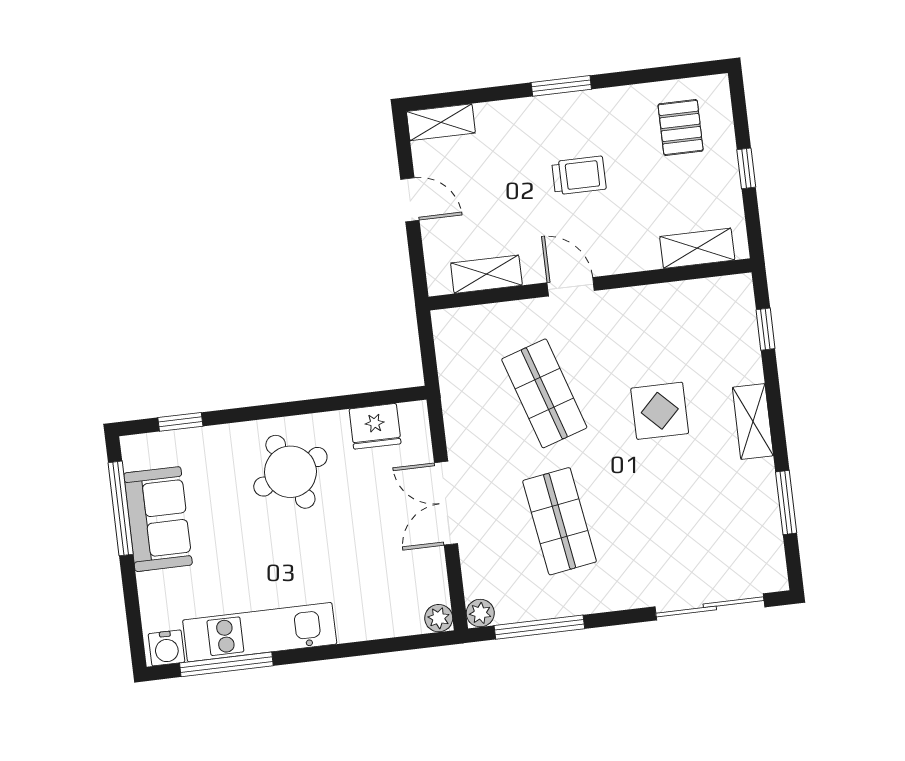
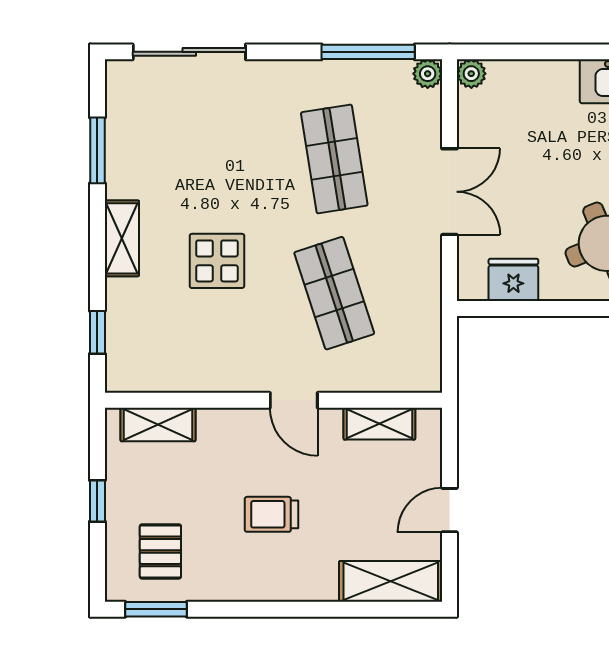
window: (561, 86) -> (156, 609), moved
shelving: (441, 122) -> (391, 581), width x1.50, depth x1.33
door: (410, 200) -> (449, 510), hinge flipped

